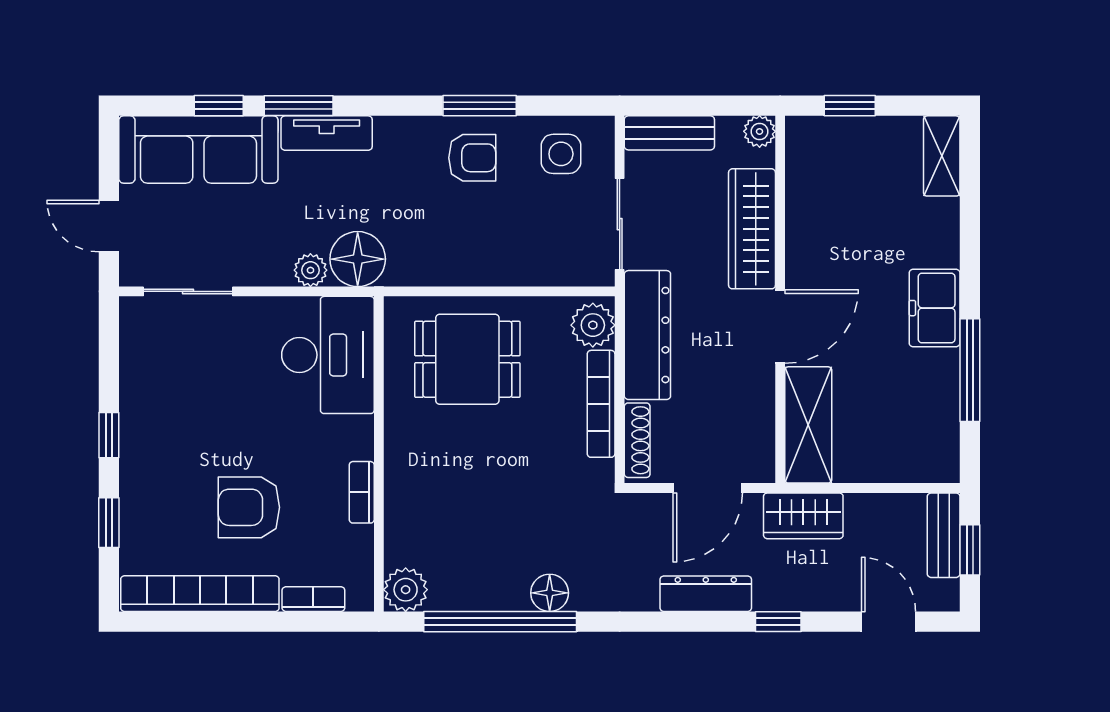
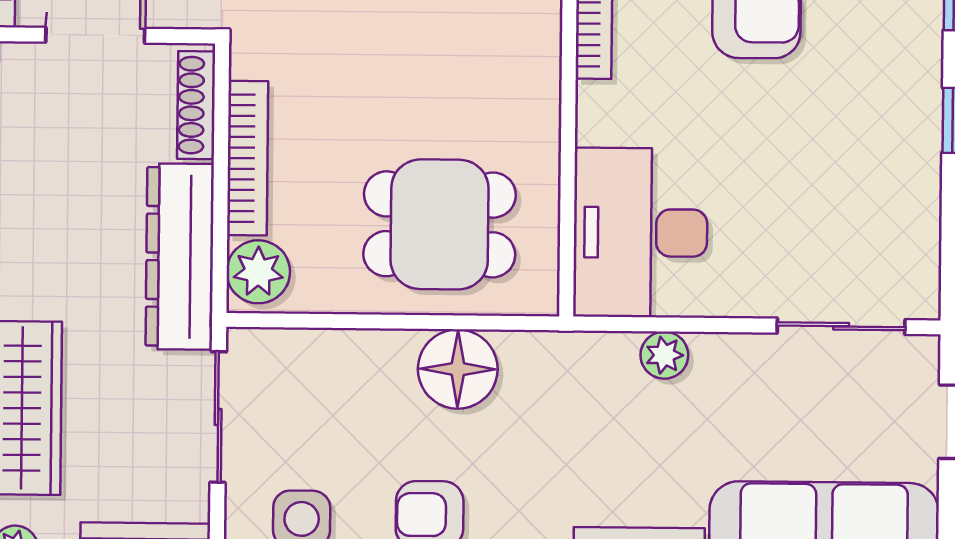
floor lamp: (358, 259) -> (458, 369), moved

